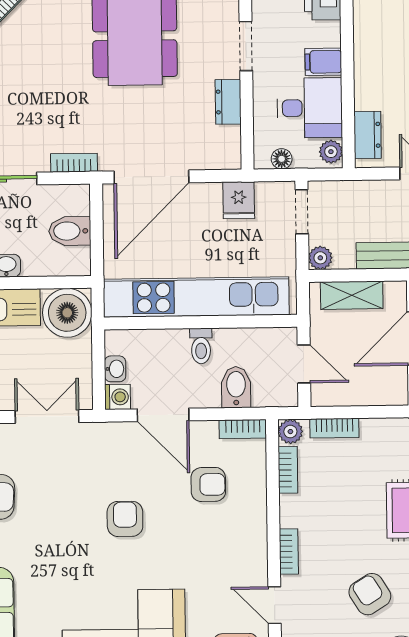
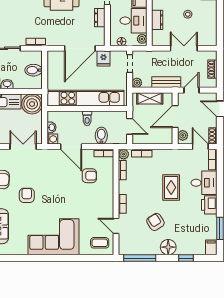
dresser: (368, 135) -> (157, 20), moved
door: (151, 177) -> (80, 48), moved
armchair: (125, 519) -> (27, 195), moved

